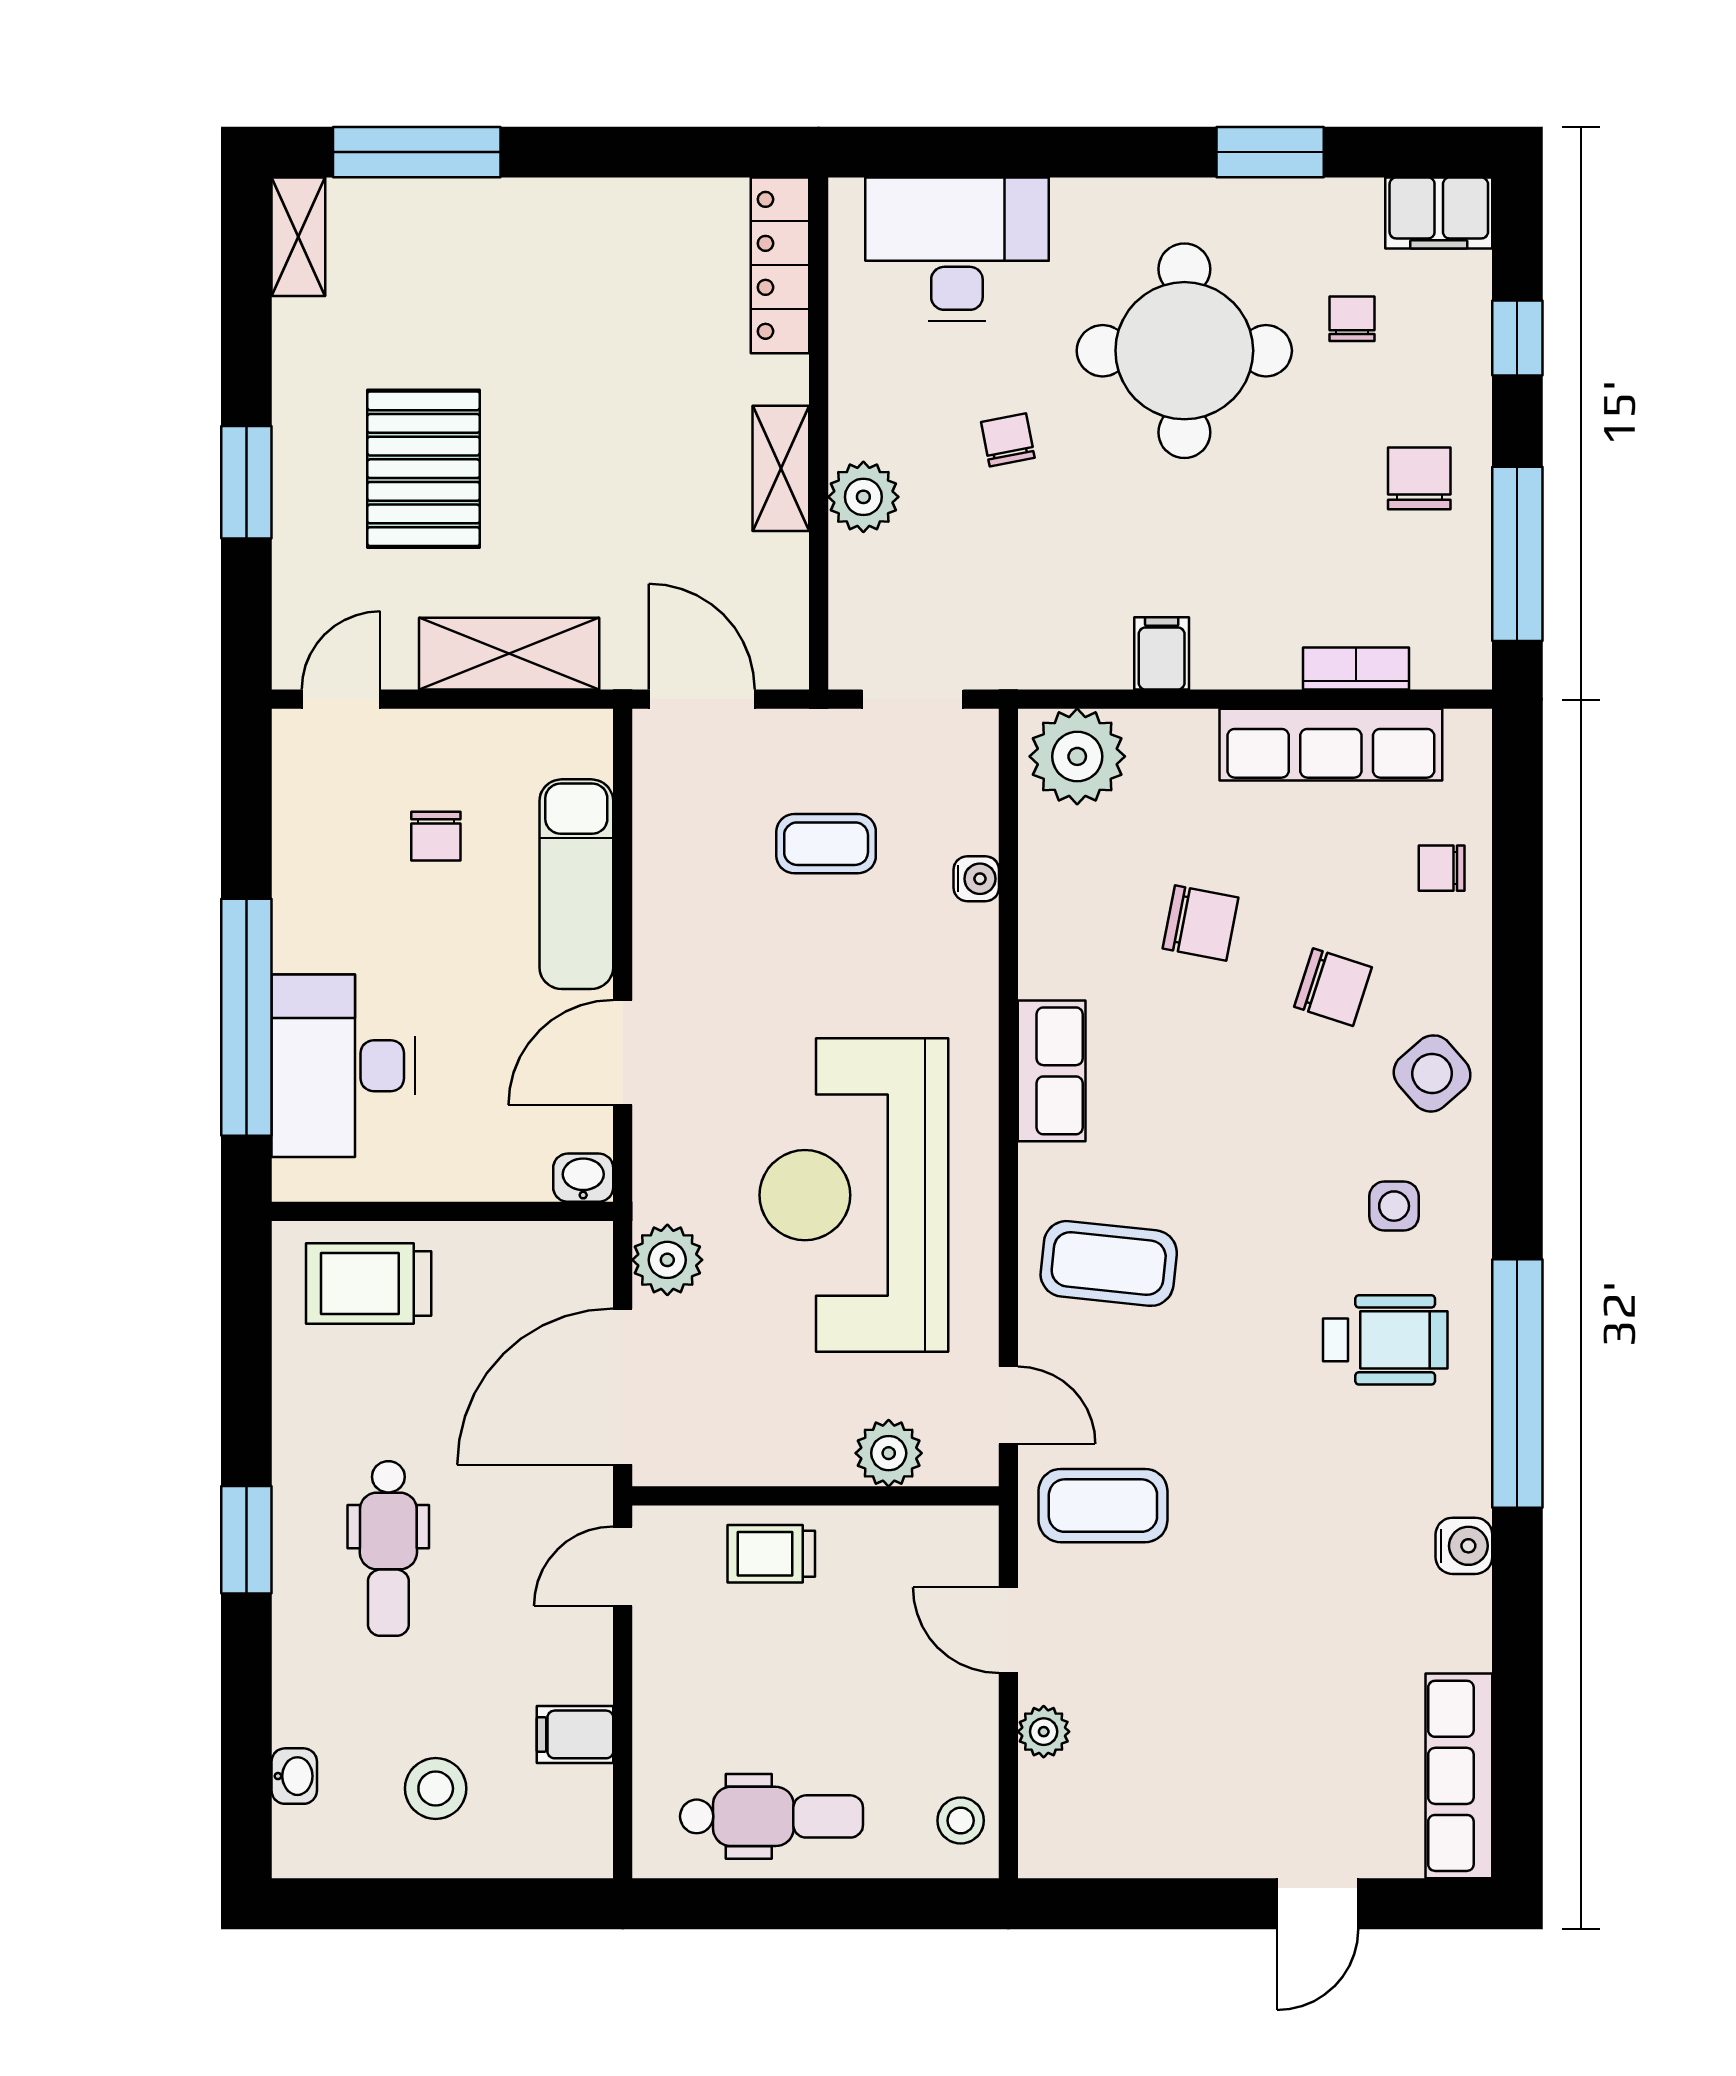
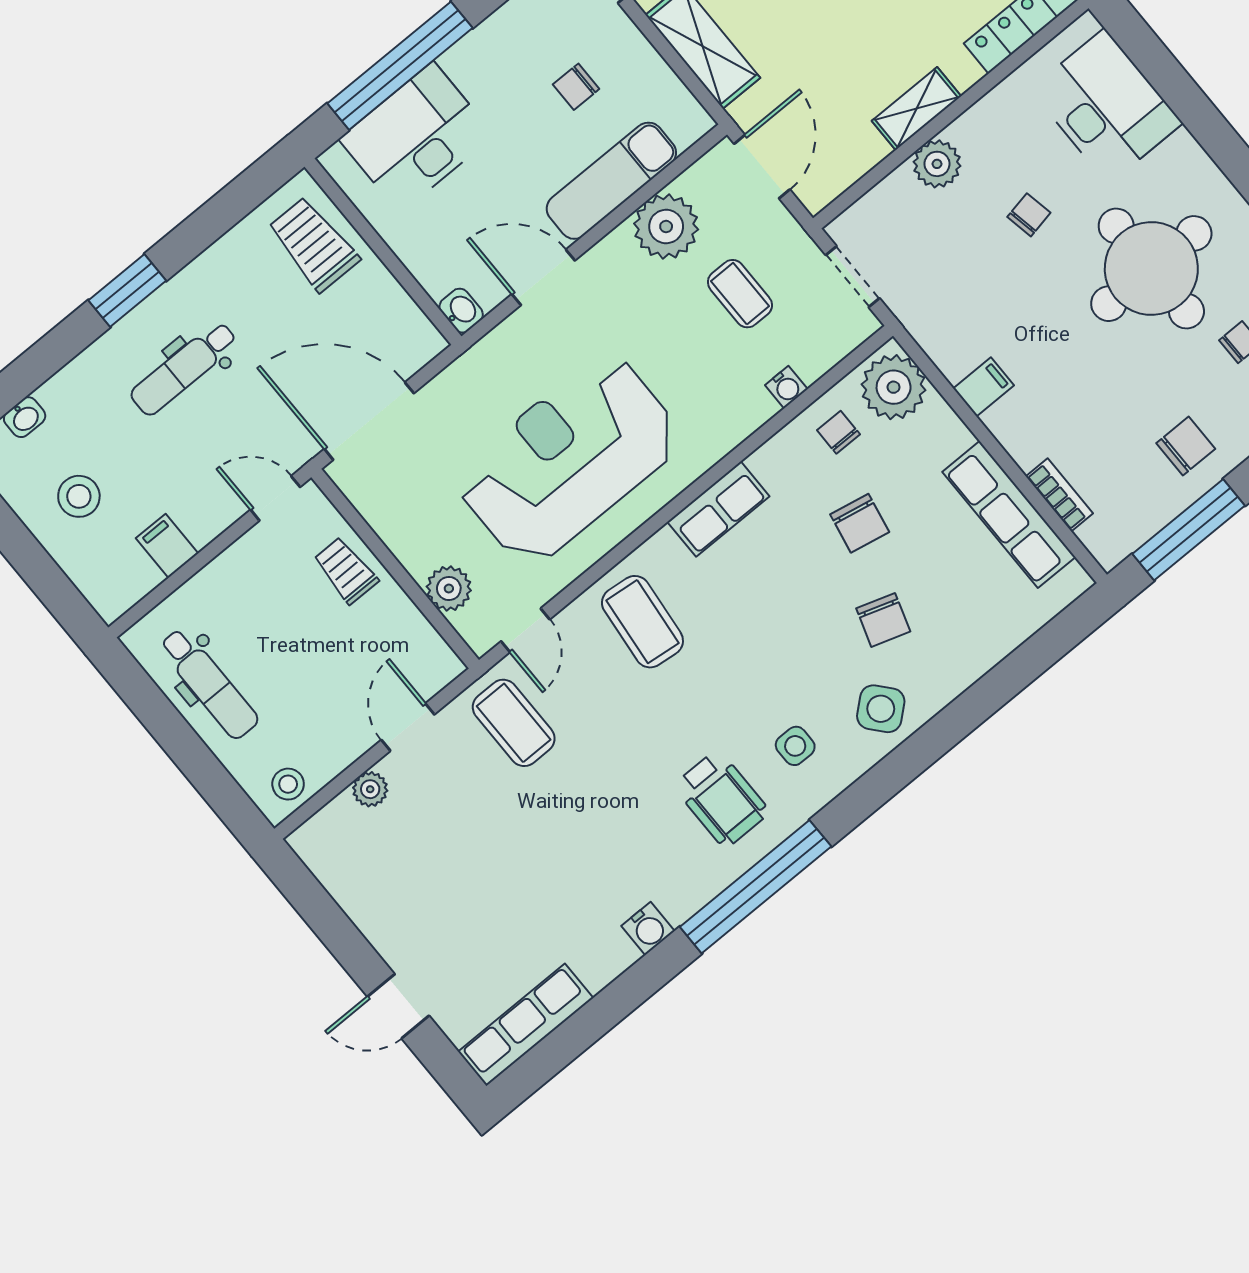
chair: (1442, 868) -> (839, 432), moved
plant: (667, 1260) -> (666, 227), moved, width x1.36, depth x1.36

